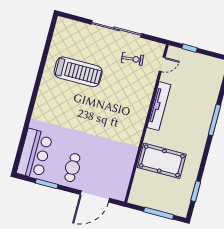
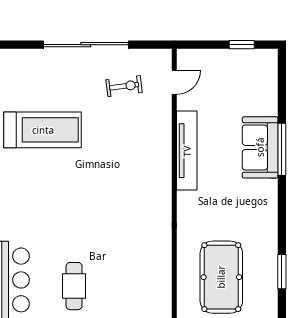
window: (189, 48) -> (242, 45), moved
sofa: (202, 116) -> (260, 147), added
pool table: (162, 161) -> (221, 277), moved, turned 90

